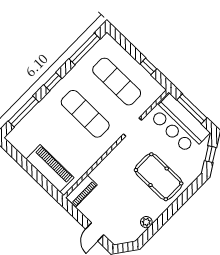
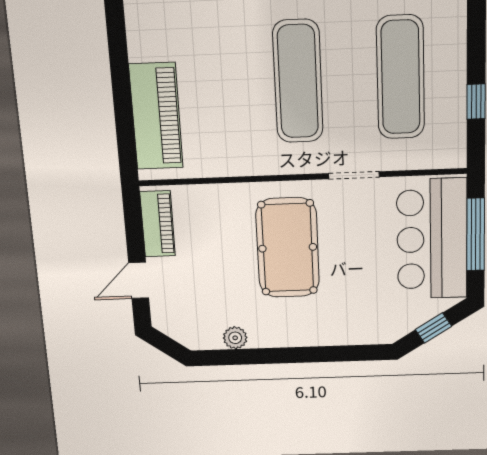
pool table: (159, 177) -> (288, 248), moved
piano: (82, 191) -> (158, 224), moved, turned -90

